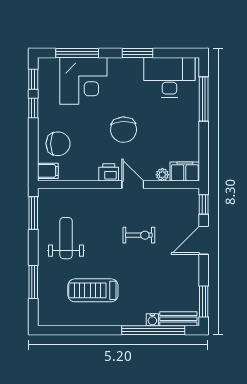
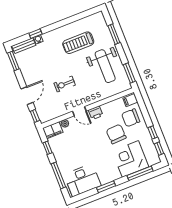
chair: (124, 130) -> (116, 134), moved
window: (204, 148) -> (47, 148), added
weight bench: (66, 238) -> (105, 66), width x1.36, depth x1.33
treadmill: (93, 290) -> (78, 43), turned 180
window: (153, 330) -> (35, 34), width x0.32

